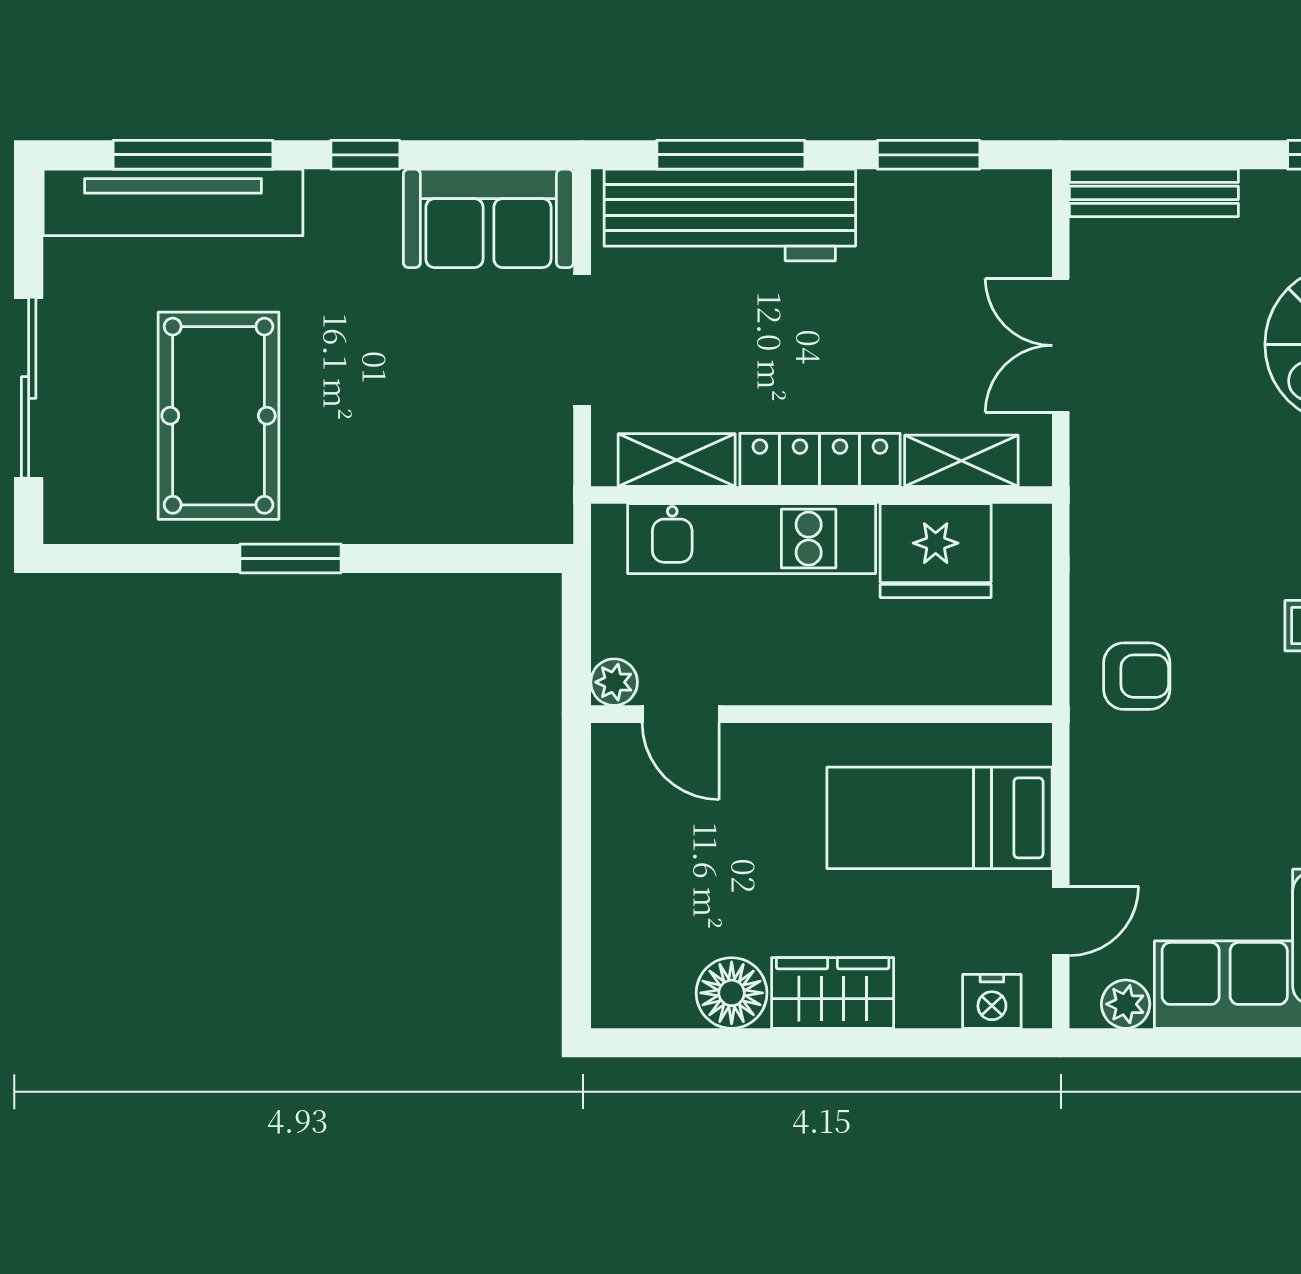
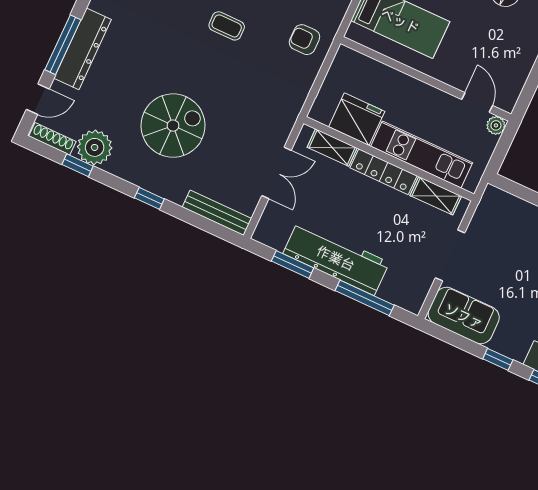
workbench: (730, 215) -> (336, 258), moved

